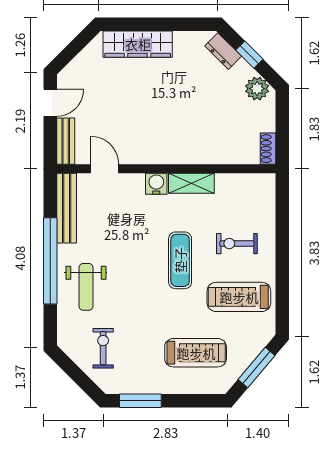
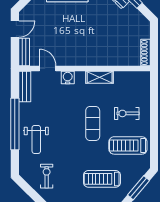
plant: (257, 89) -> (139, 21), removed
shoe rack: (268, 149) -> (145, 53), width x1.43
water cooler: (156, 184) -> (68, 78), moved
bench: (67, 208) -> (25, 87), width x0.73
treadmill: (196, 353) -> (102, 179), turned 180

